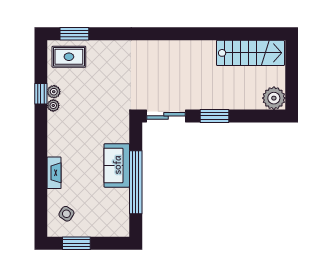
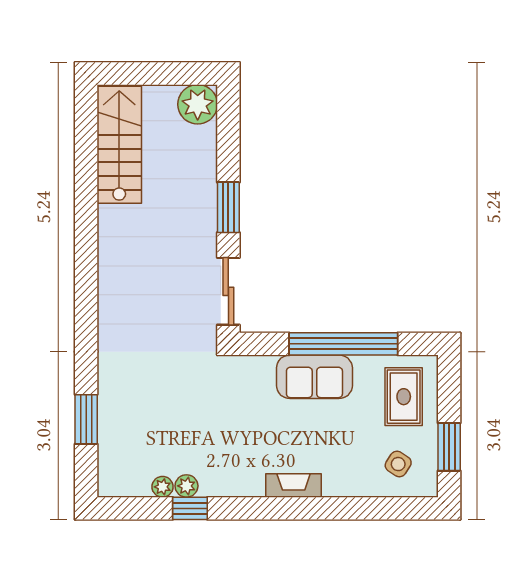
window: (74, 34) -> (86, 419), moved
rug: (69, 57) -> (404, 397), moved
plant: (53, 106) -> (163, 487), moved
fireplace: (54, 173) -> (294, 485), moved

